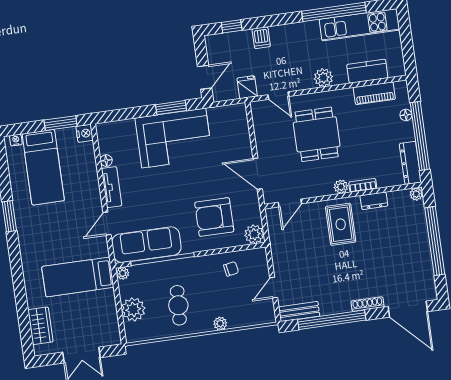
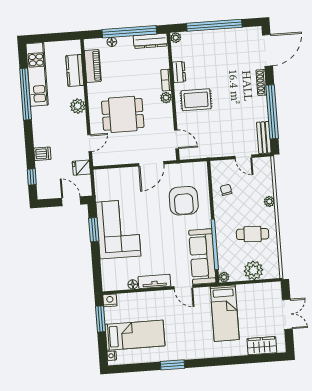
plant: (254, 234) -> (200, 170), removed

